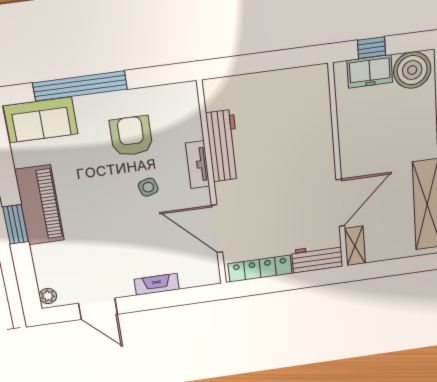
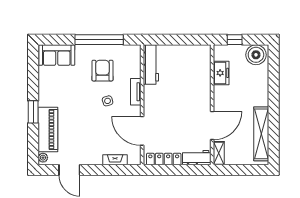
freezer: (370, 71) -> (221, 73), moved, turned -90
window: (80, 86) -> (99, 40), moved
workbench: (223, 146) -> (151, 65), moved
piano: (40, 205) -> (48, 129), moved
fireplace: (157, 284) -> (115, 160), moved

